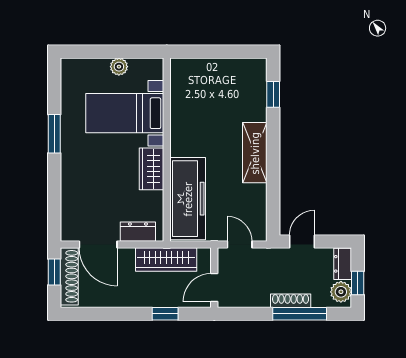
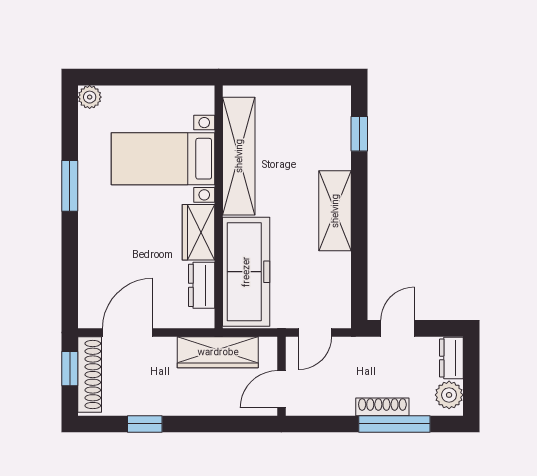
plant: (119, 67) -> (90, 97), moved
shelving: (182, 111) -> (239, 156), added
dresser: (138, 232) -> (202, 285), moved, turned -90
door: (98, 245) -> (128, 332), swing flipped
door: (240, 245) -> (315, 332), swing flipped
window: (358, 283) -> (471, 383), removed
window: (165, 314) -> (145, 424), moved

